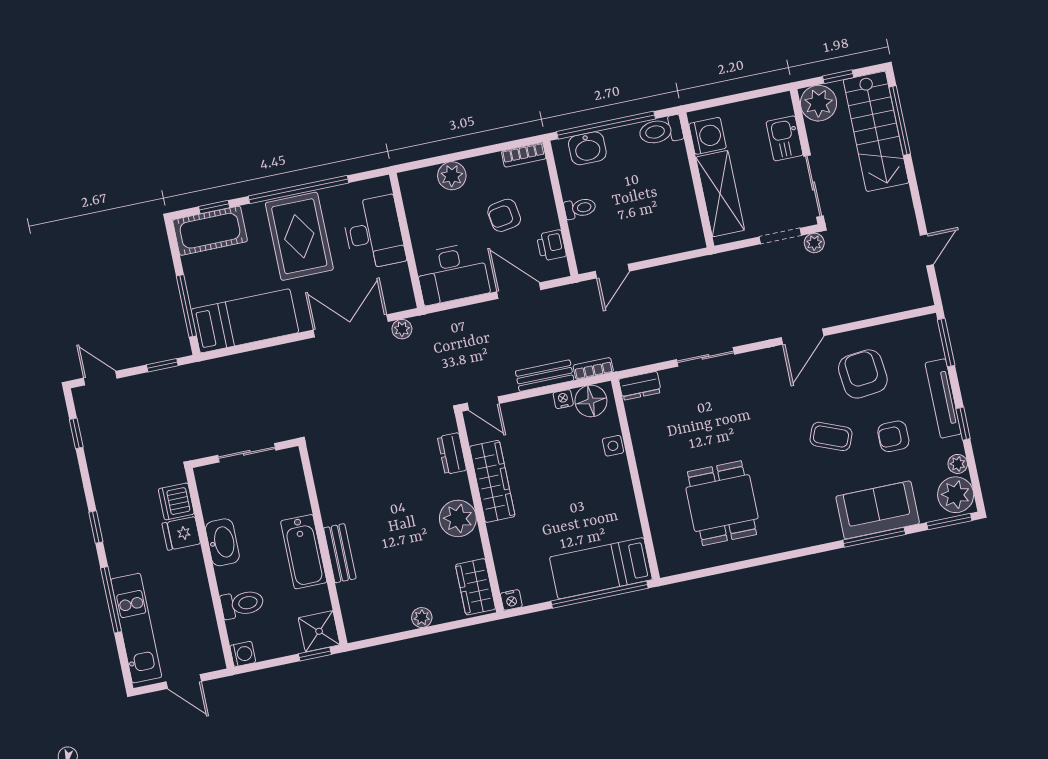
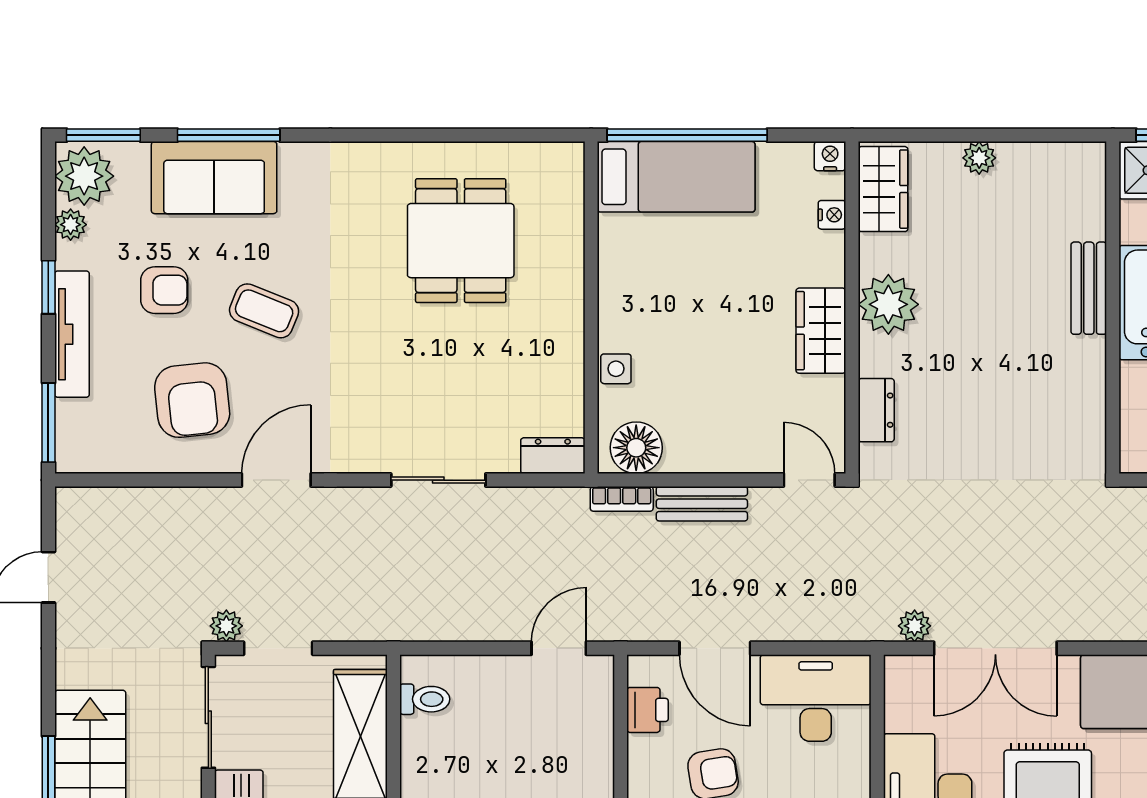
toilet: (580, 208) -> (425, 699), moved, turned 180
nightstand: (563, 399) -> (832, 215), moved, turned -90
wardrobe: (492, 481) -> (821, 331), width x0.67

